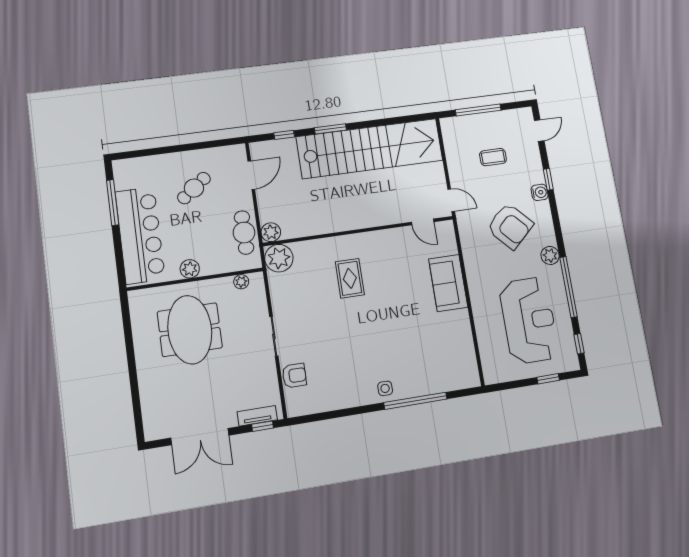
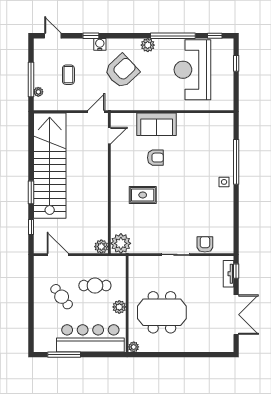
plant: (464, 121) -> (38, 92), added
cafe table: (244, 233) -> (95, 286), moved
plant: (241, 282) -> (134, 347), moved
armchair: (403, 288) -> (155, 158), added
reception desk: (529, 320) -> (192, 70), turned -90

